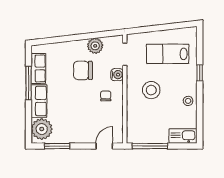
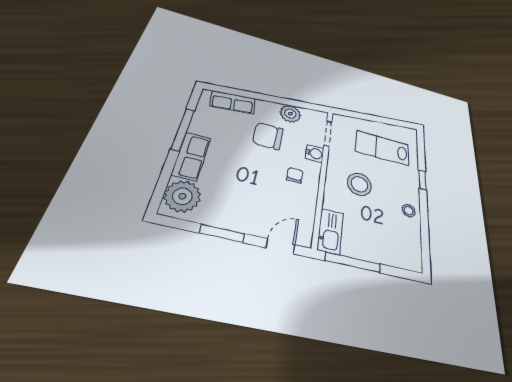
row of seats: (38, 68) -> (233, 102), moved, turned 83
kitchen sink: (183, 136) -> (330, 231), moved, turned 90
window: (57, 146) -> (222, 233), moved

